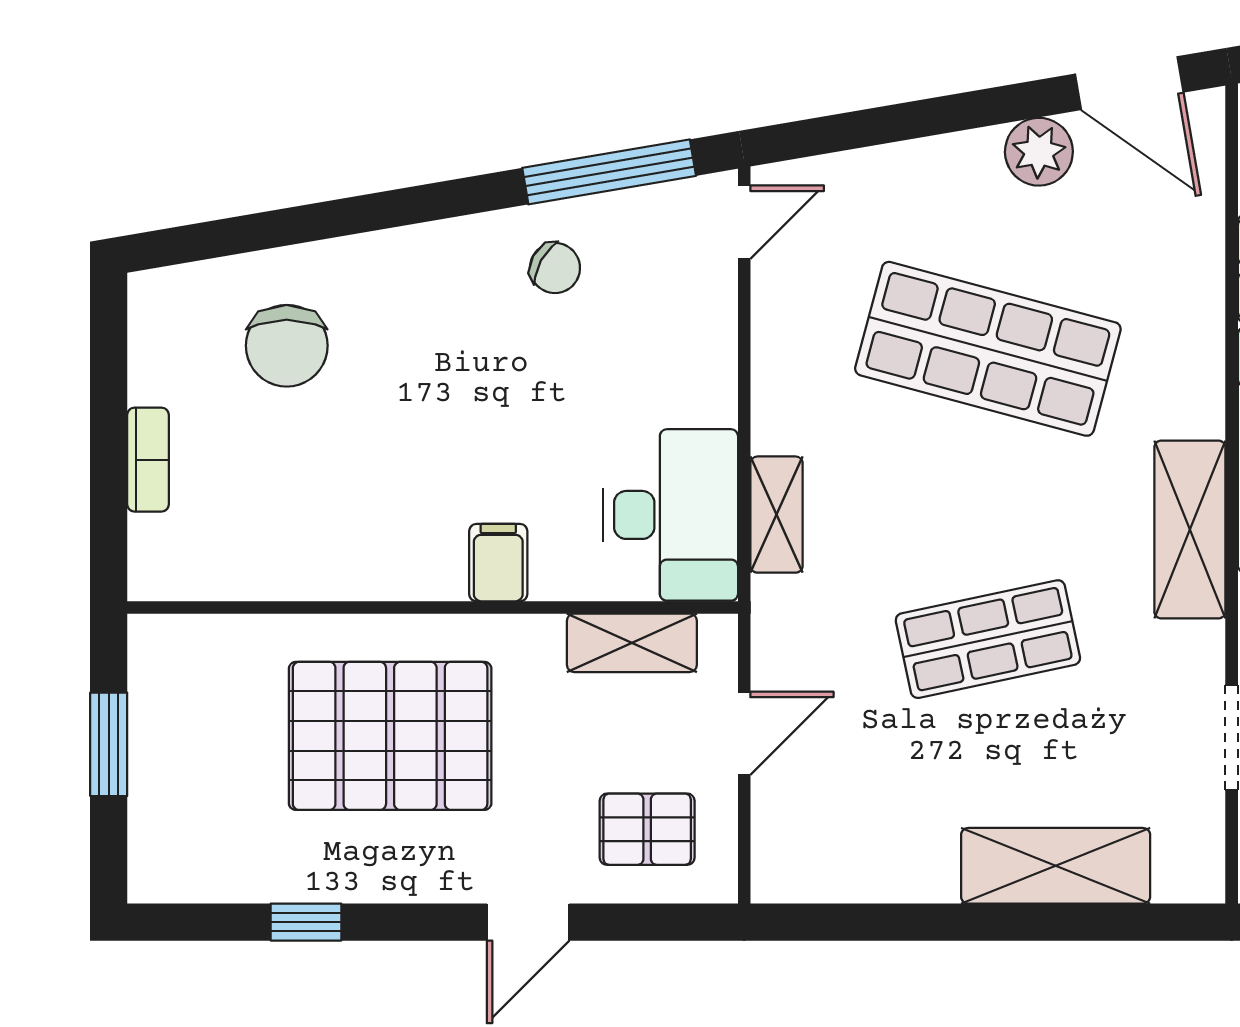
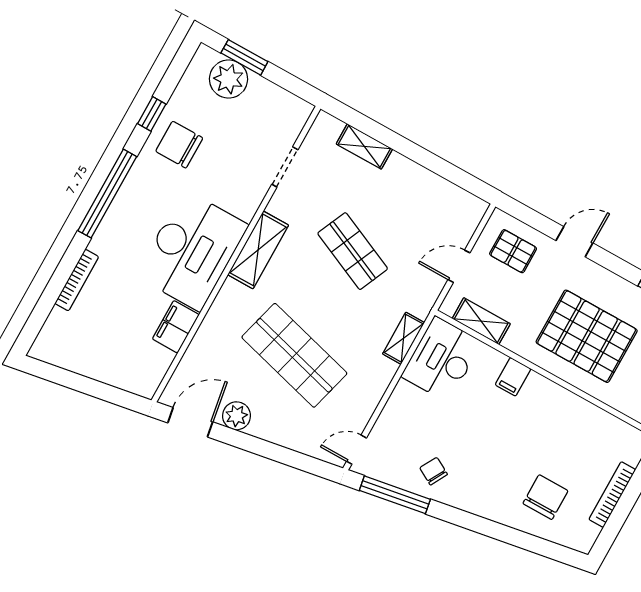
door: (1129, 83) -> (190, 422), hinge flipped
bookcase: (148, 460) -> (612, 495), width x1.56
shop shelf: (988, 639) -> (353, 251), turned 36
shelving: (1056, 866) -> (364, 146), width x0.67, depth x0.75

